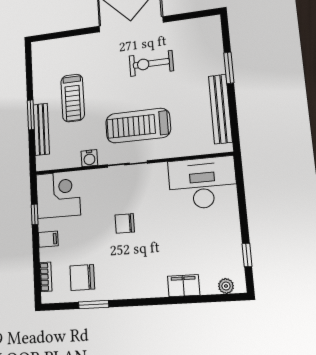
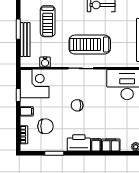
water cooler: (89, 158) -> (45, 62), moved
chair: (82, 277) -> (46, 126), moved, turned 180
printer: (131, 285) -> (79, 143), added
filing cabinet: (159, 287) -> (96, 145), added

